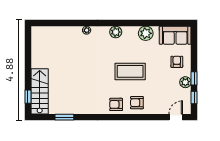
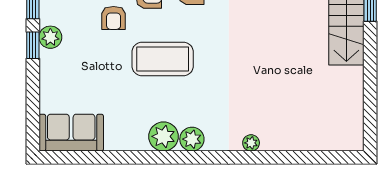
plant: (146, 33) -> (164, 136), moved
armchair: (177, 62) -> (114, 18), moved

